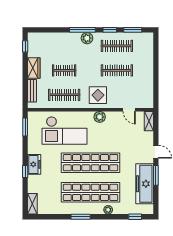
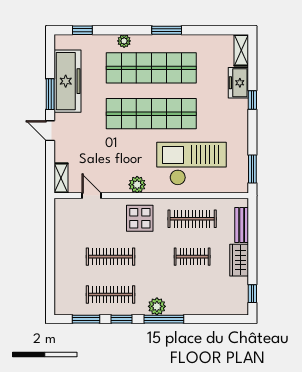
freezer: (34, 164) -> (238, 83), moved

